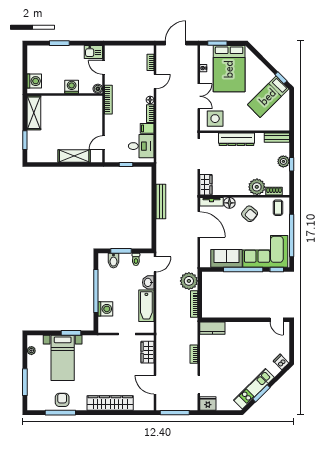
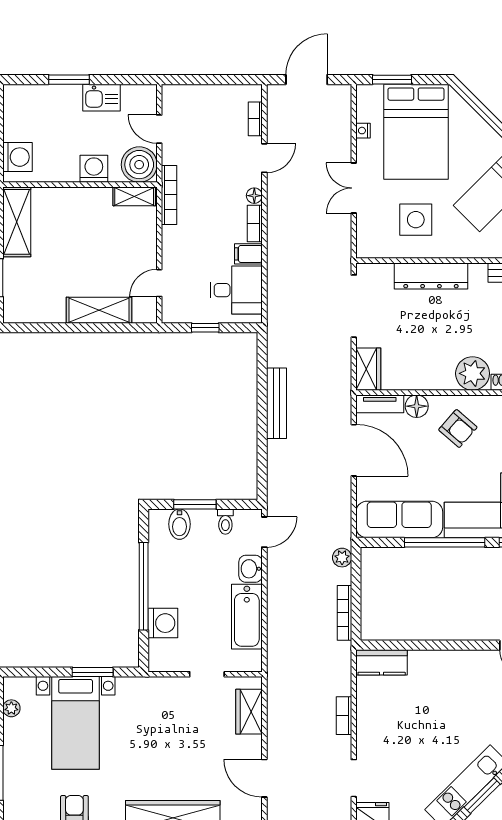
kitchen sink: (93, 52) -> (101, 98), moved
boiler: (98, 89) -> (139, 165), width x1.86, depth x1.86
double door: (199, 96) -> (354, 188), swing flipped
shelving: (91, 100) -> (134, 196), added
side table: (215, 119) -> (416, 220), moved
sofa: (227, 258) -> (399, 519), width x1.36
plant: (189, 281) -> (342, 558), width x0.53, depth x0.53

